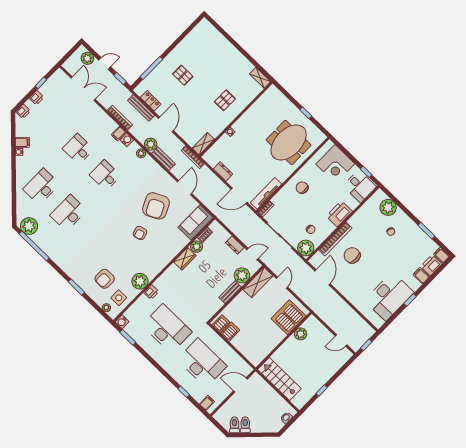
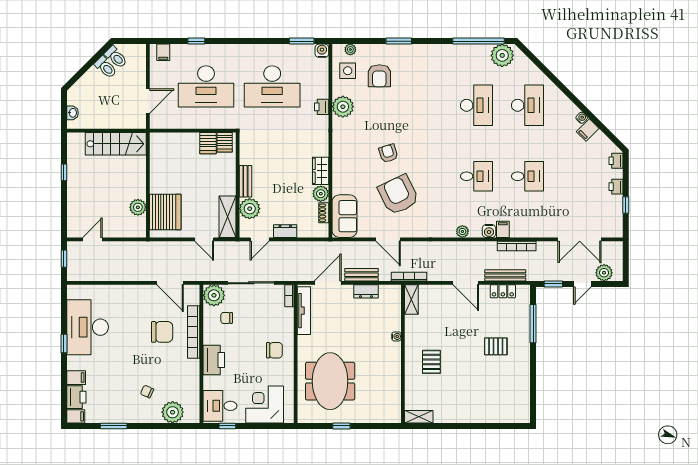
plant: (151, 144) -> (462, 249), removed
bench: (163, 159) -> (362, 275), moved
armchair: (105, 279) -> (379, 76), turned 180

